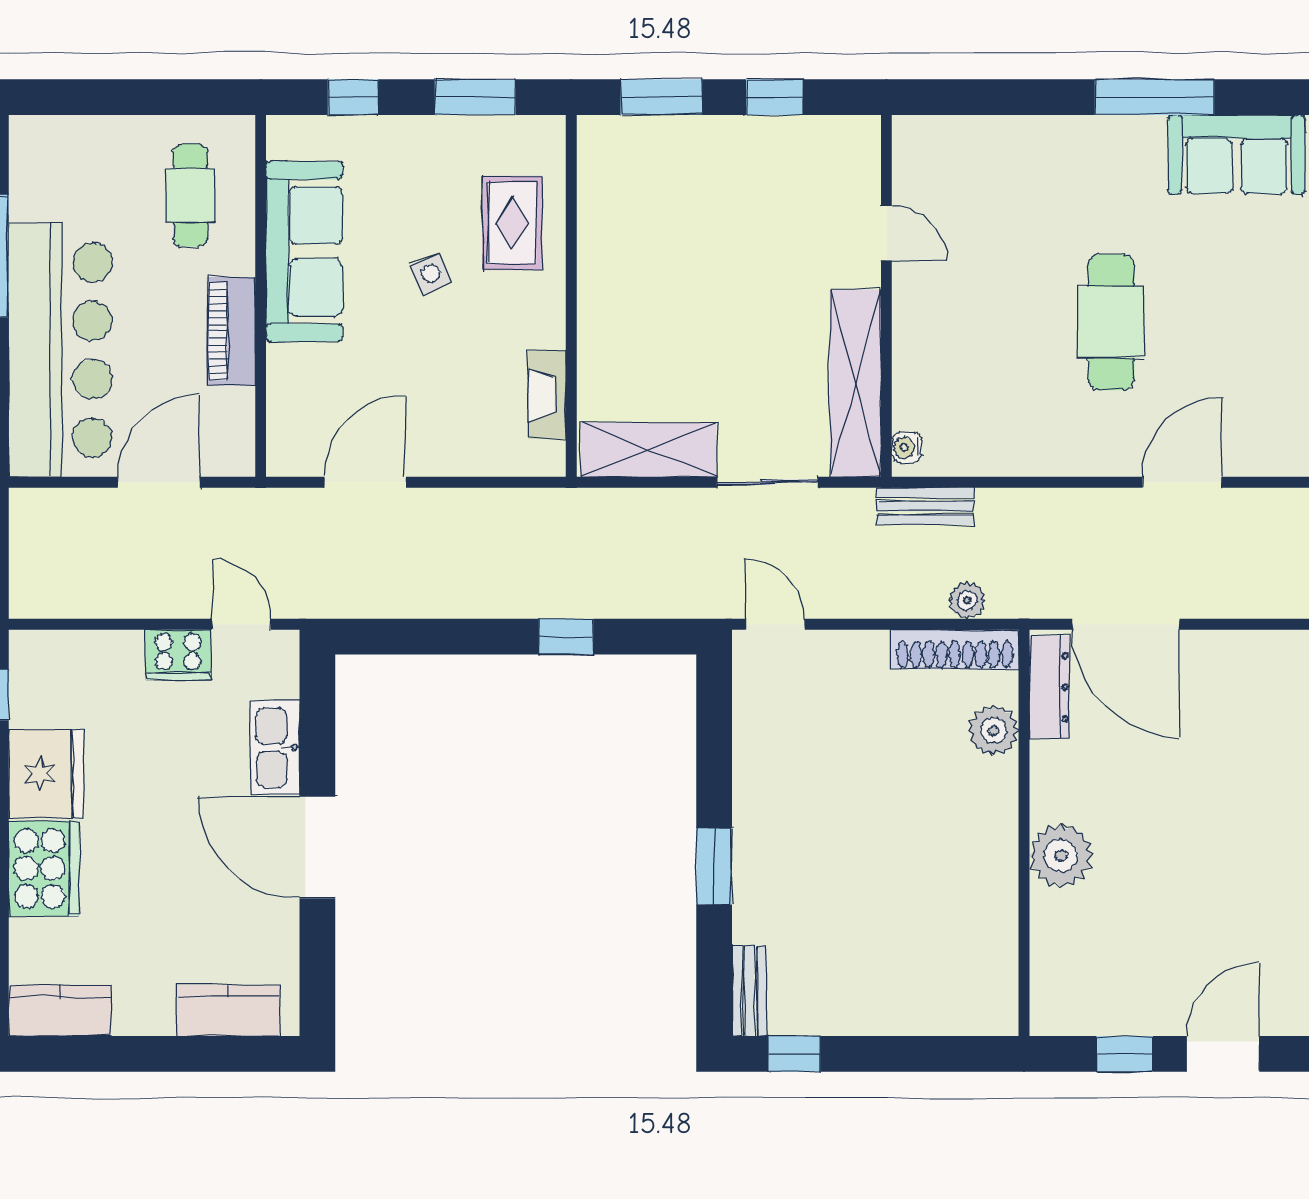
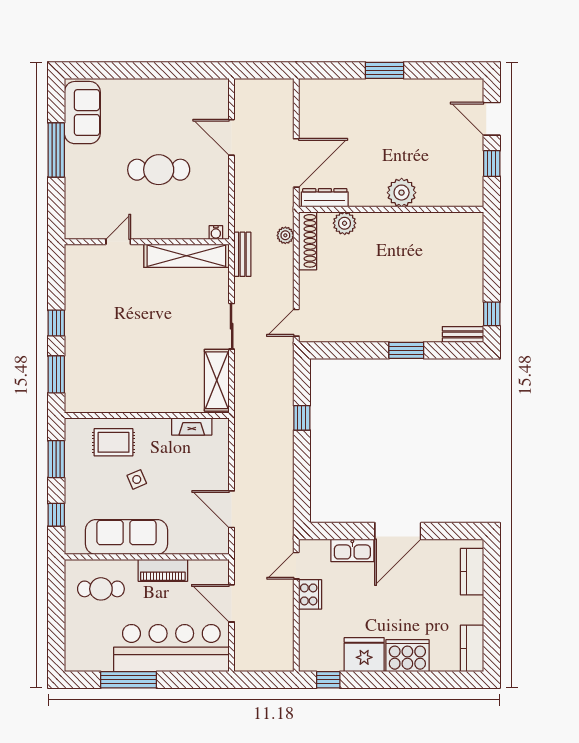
door: (886, 233) -> (118, 242), moved
wall: (886, 296) -> (147, 242), moved
shelving: (855, 383) -> (186, 256), moved
water cooler: (907, 448) -> (216, 232), moved

